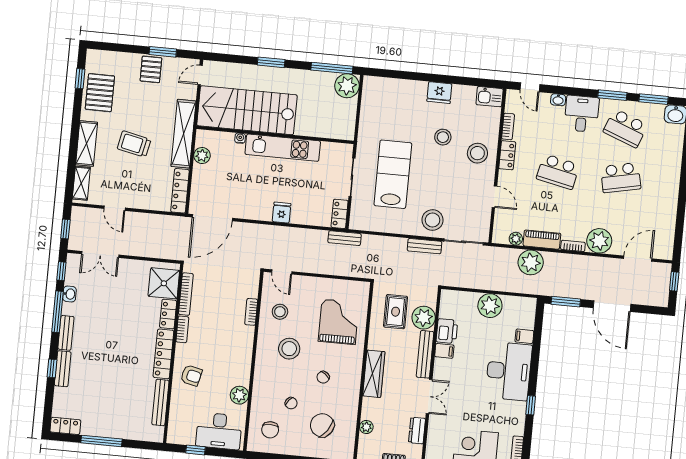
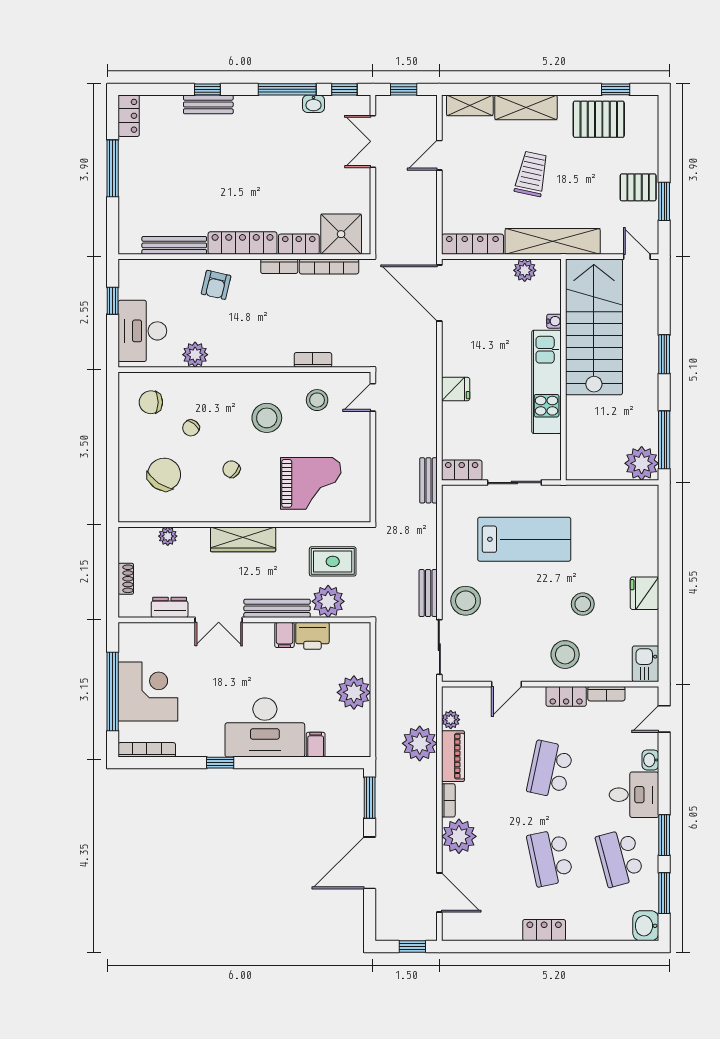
school desk: (625, 128) -> (620, 858), turned -36
locker: (672, 187) -> (544, 930), added
bench: (66, 333) -> (259, 104), removed

